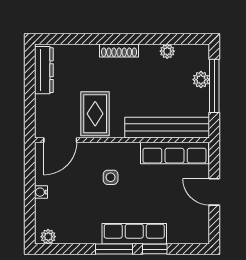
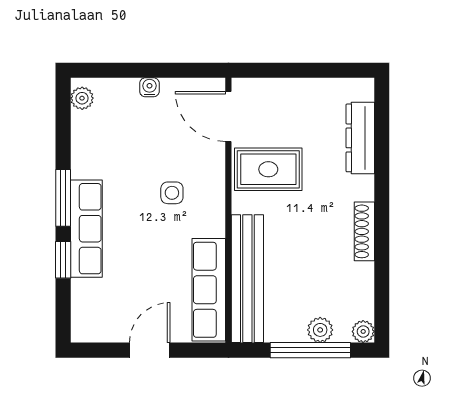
shoe rack: (119, 50) -> (364, 231), moved
plant: (167, 51) -> (363, 331), moved
dresser: (44, 70) -> (360, 138), moved, turned 90

